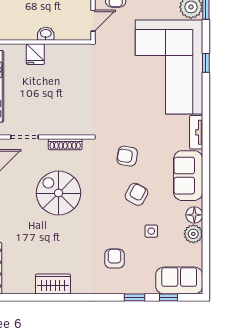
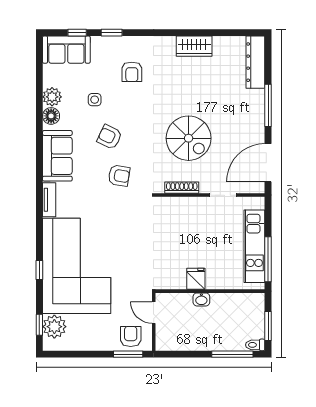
door: (93, 21) -> (154, 313), hinge flipped
fridge: (35, 54) -> (196, 279), moved
armchair: (137, 194) -> (110, 137), turned 87

